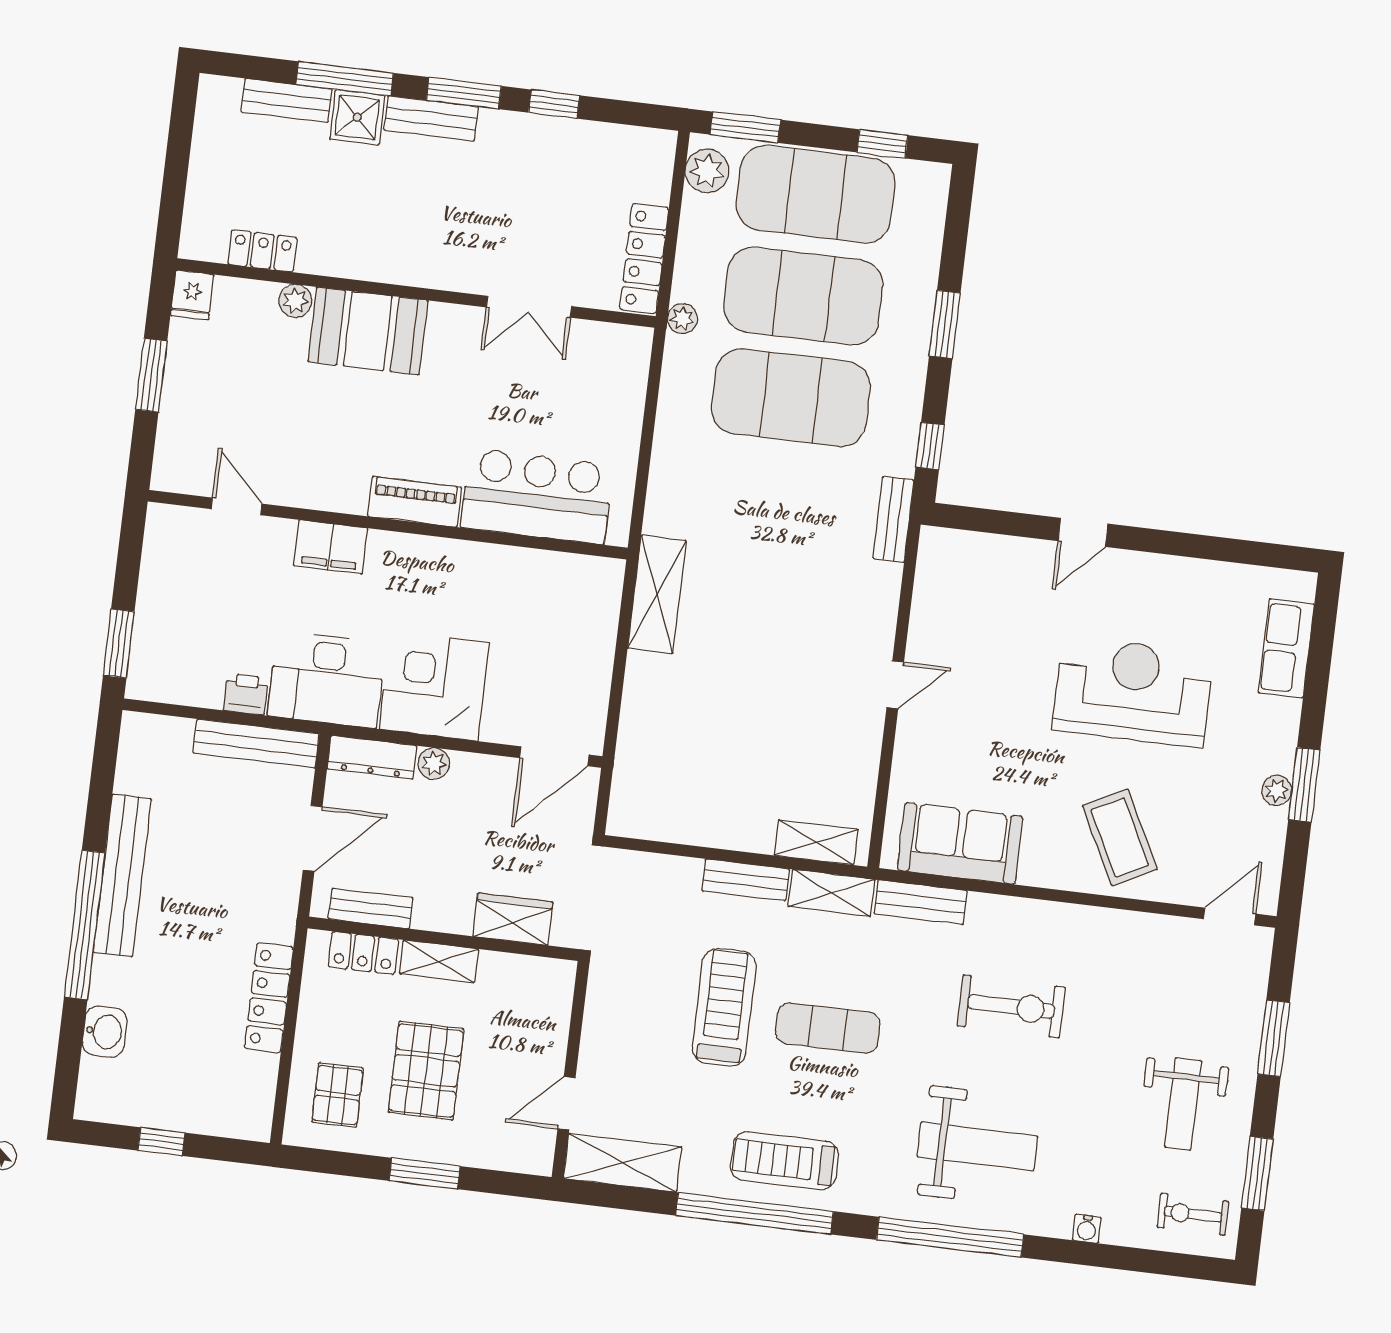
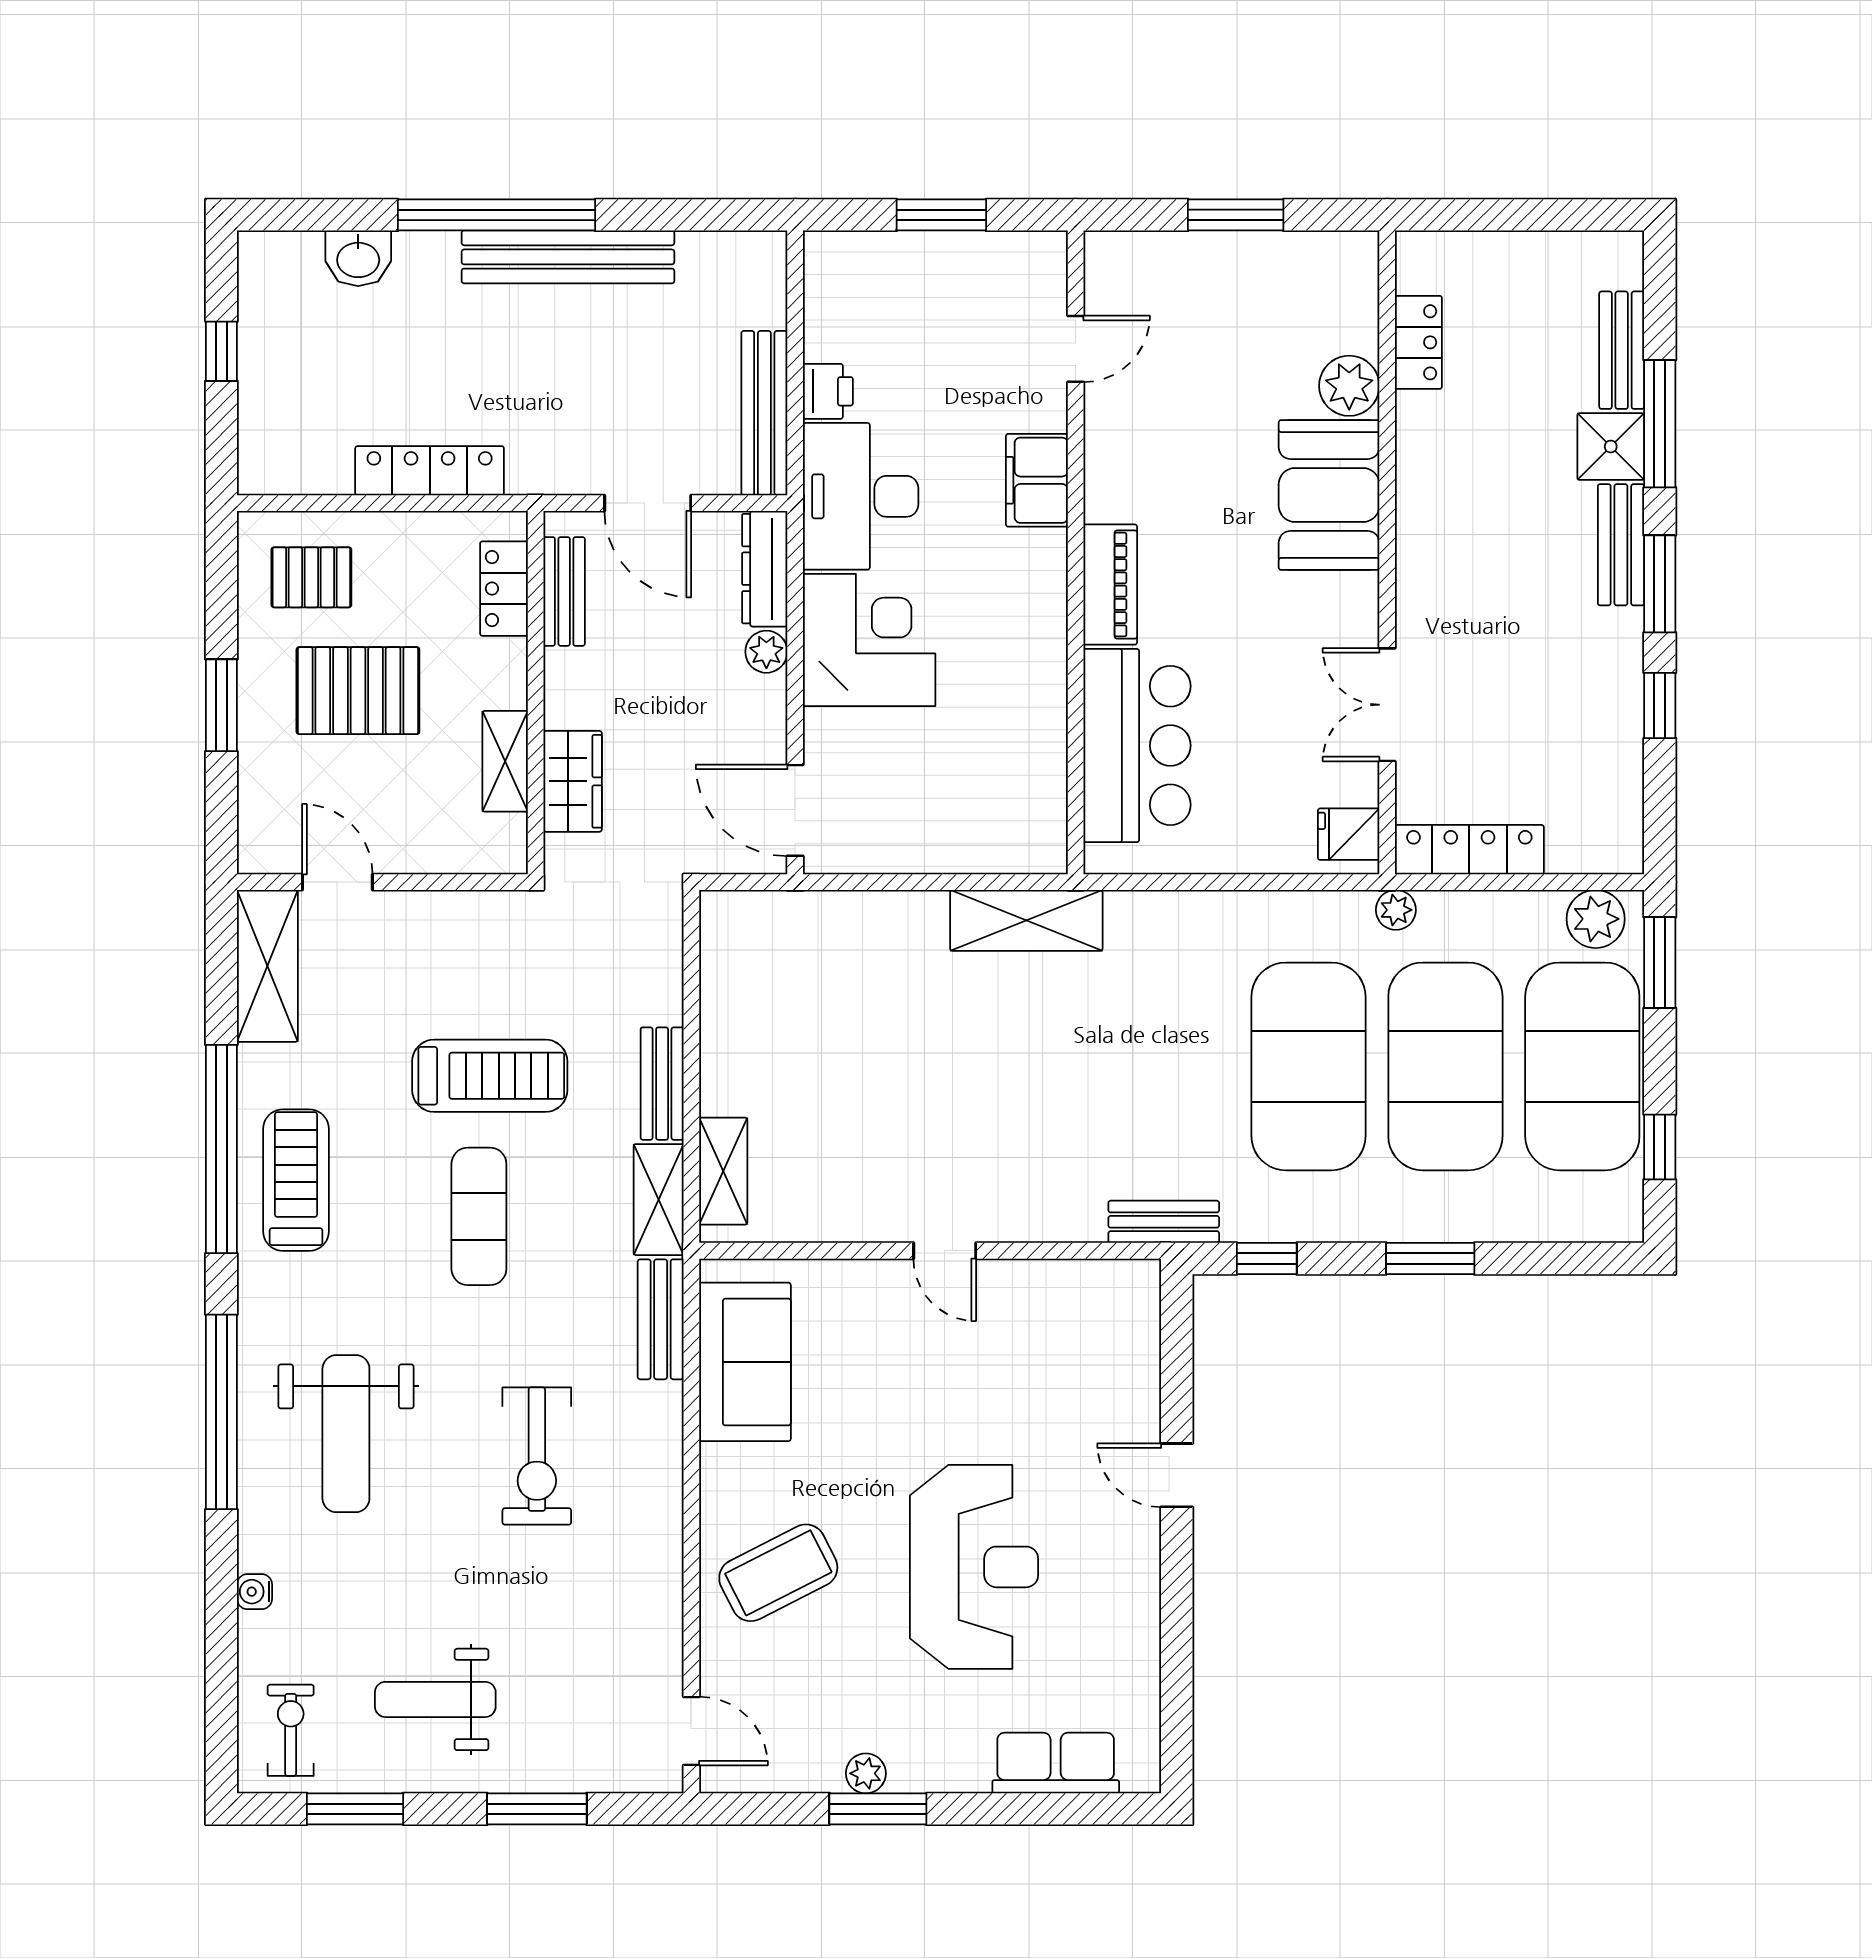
fridge: (192, 295) -> (1349, 834), moved
plant: (295, 301) -> (1349, 386), width x1.38, depth x1.38
window: (119, 643) -> (941, 215), moved
shelving: (439, 961) -> (505, 761), moved

